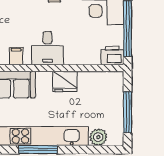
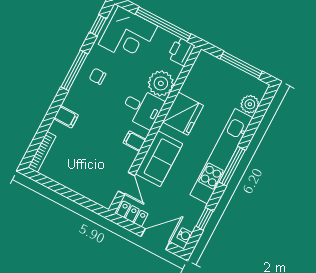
plant: (76, 53) -> (161, 83), added
fridge: (65, 81) -> (183, 114), width x1.36, depth x1.34

